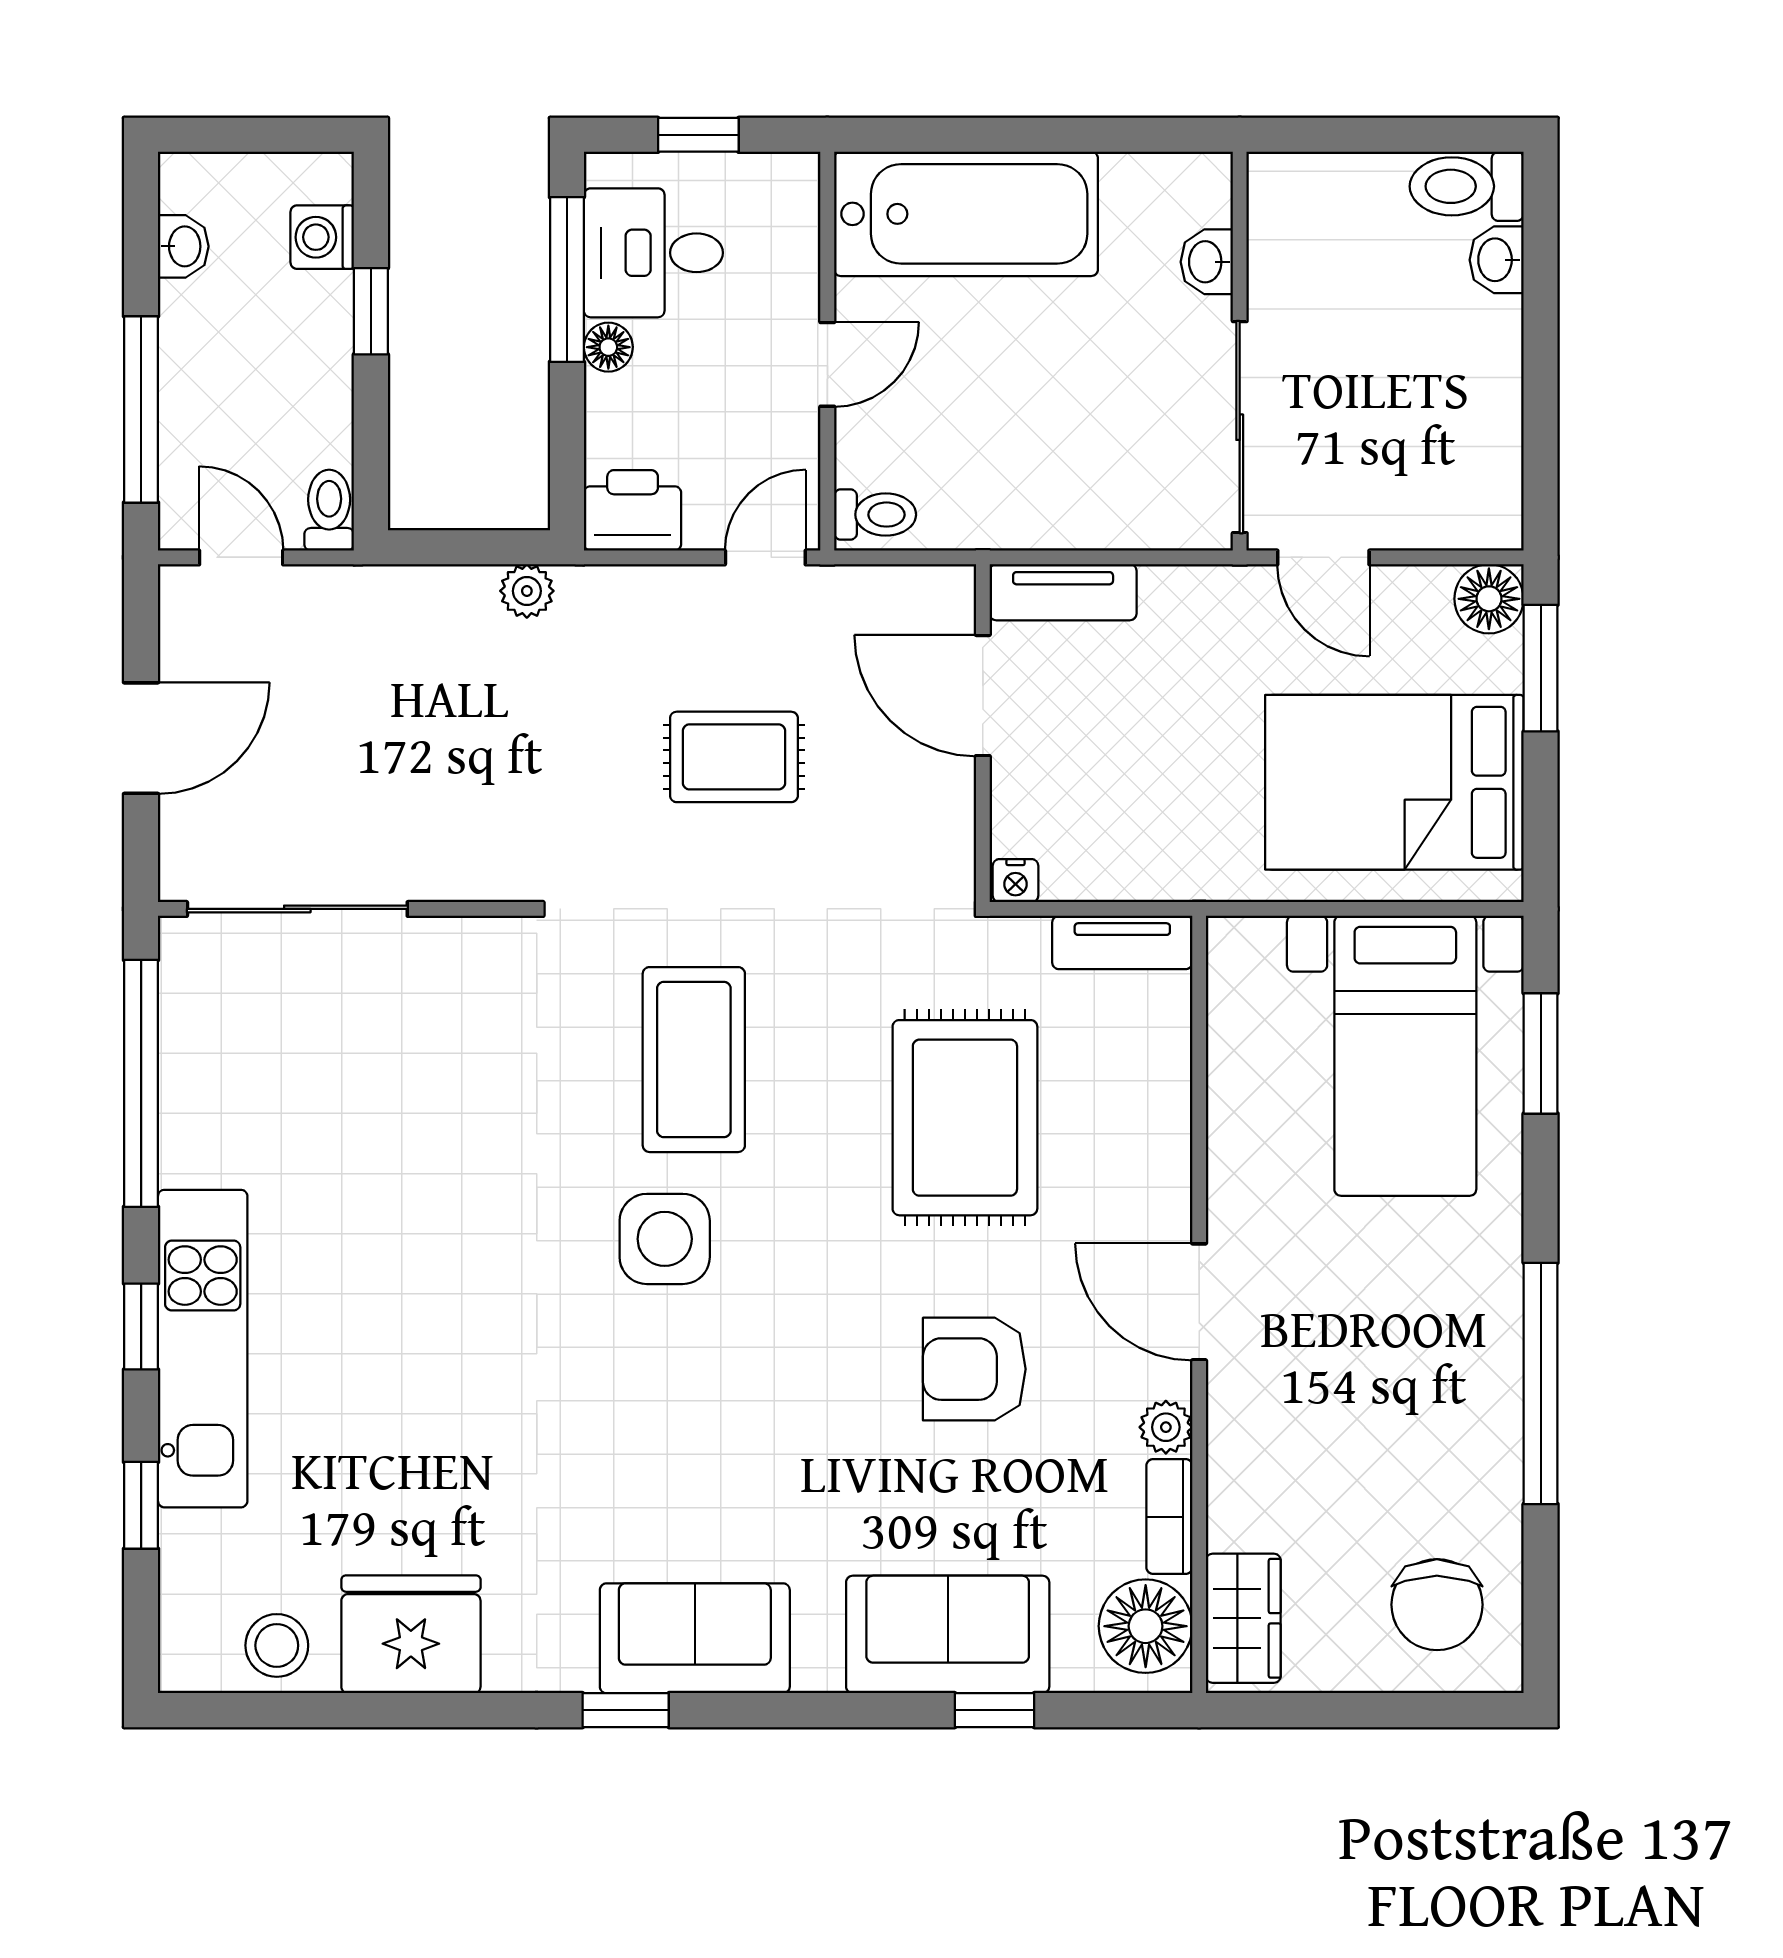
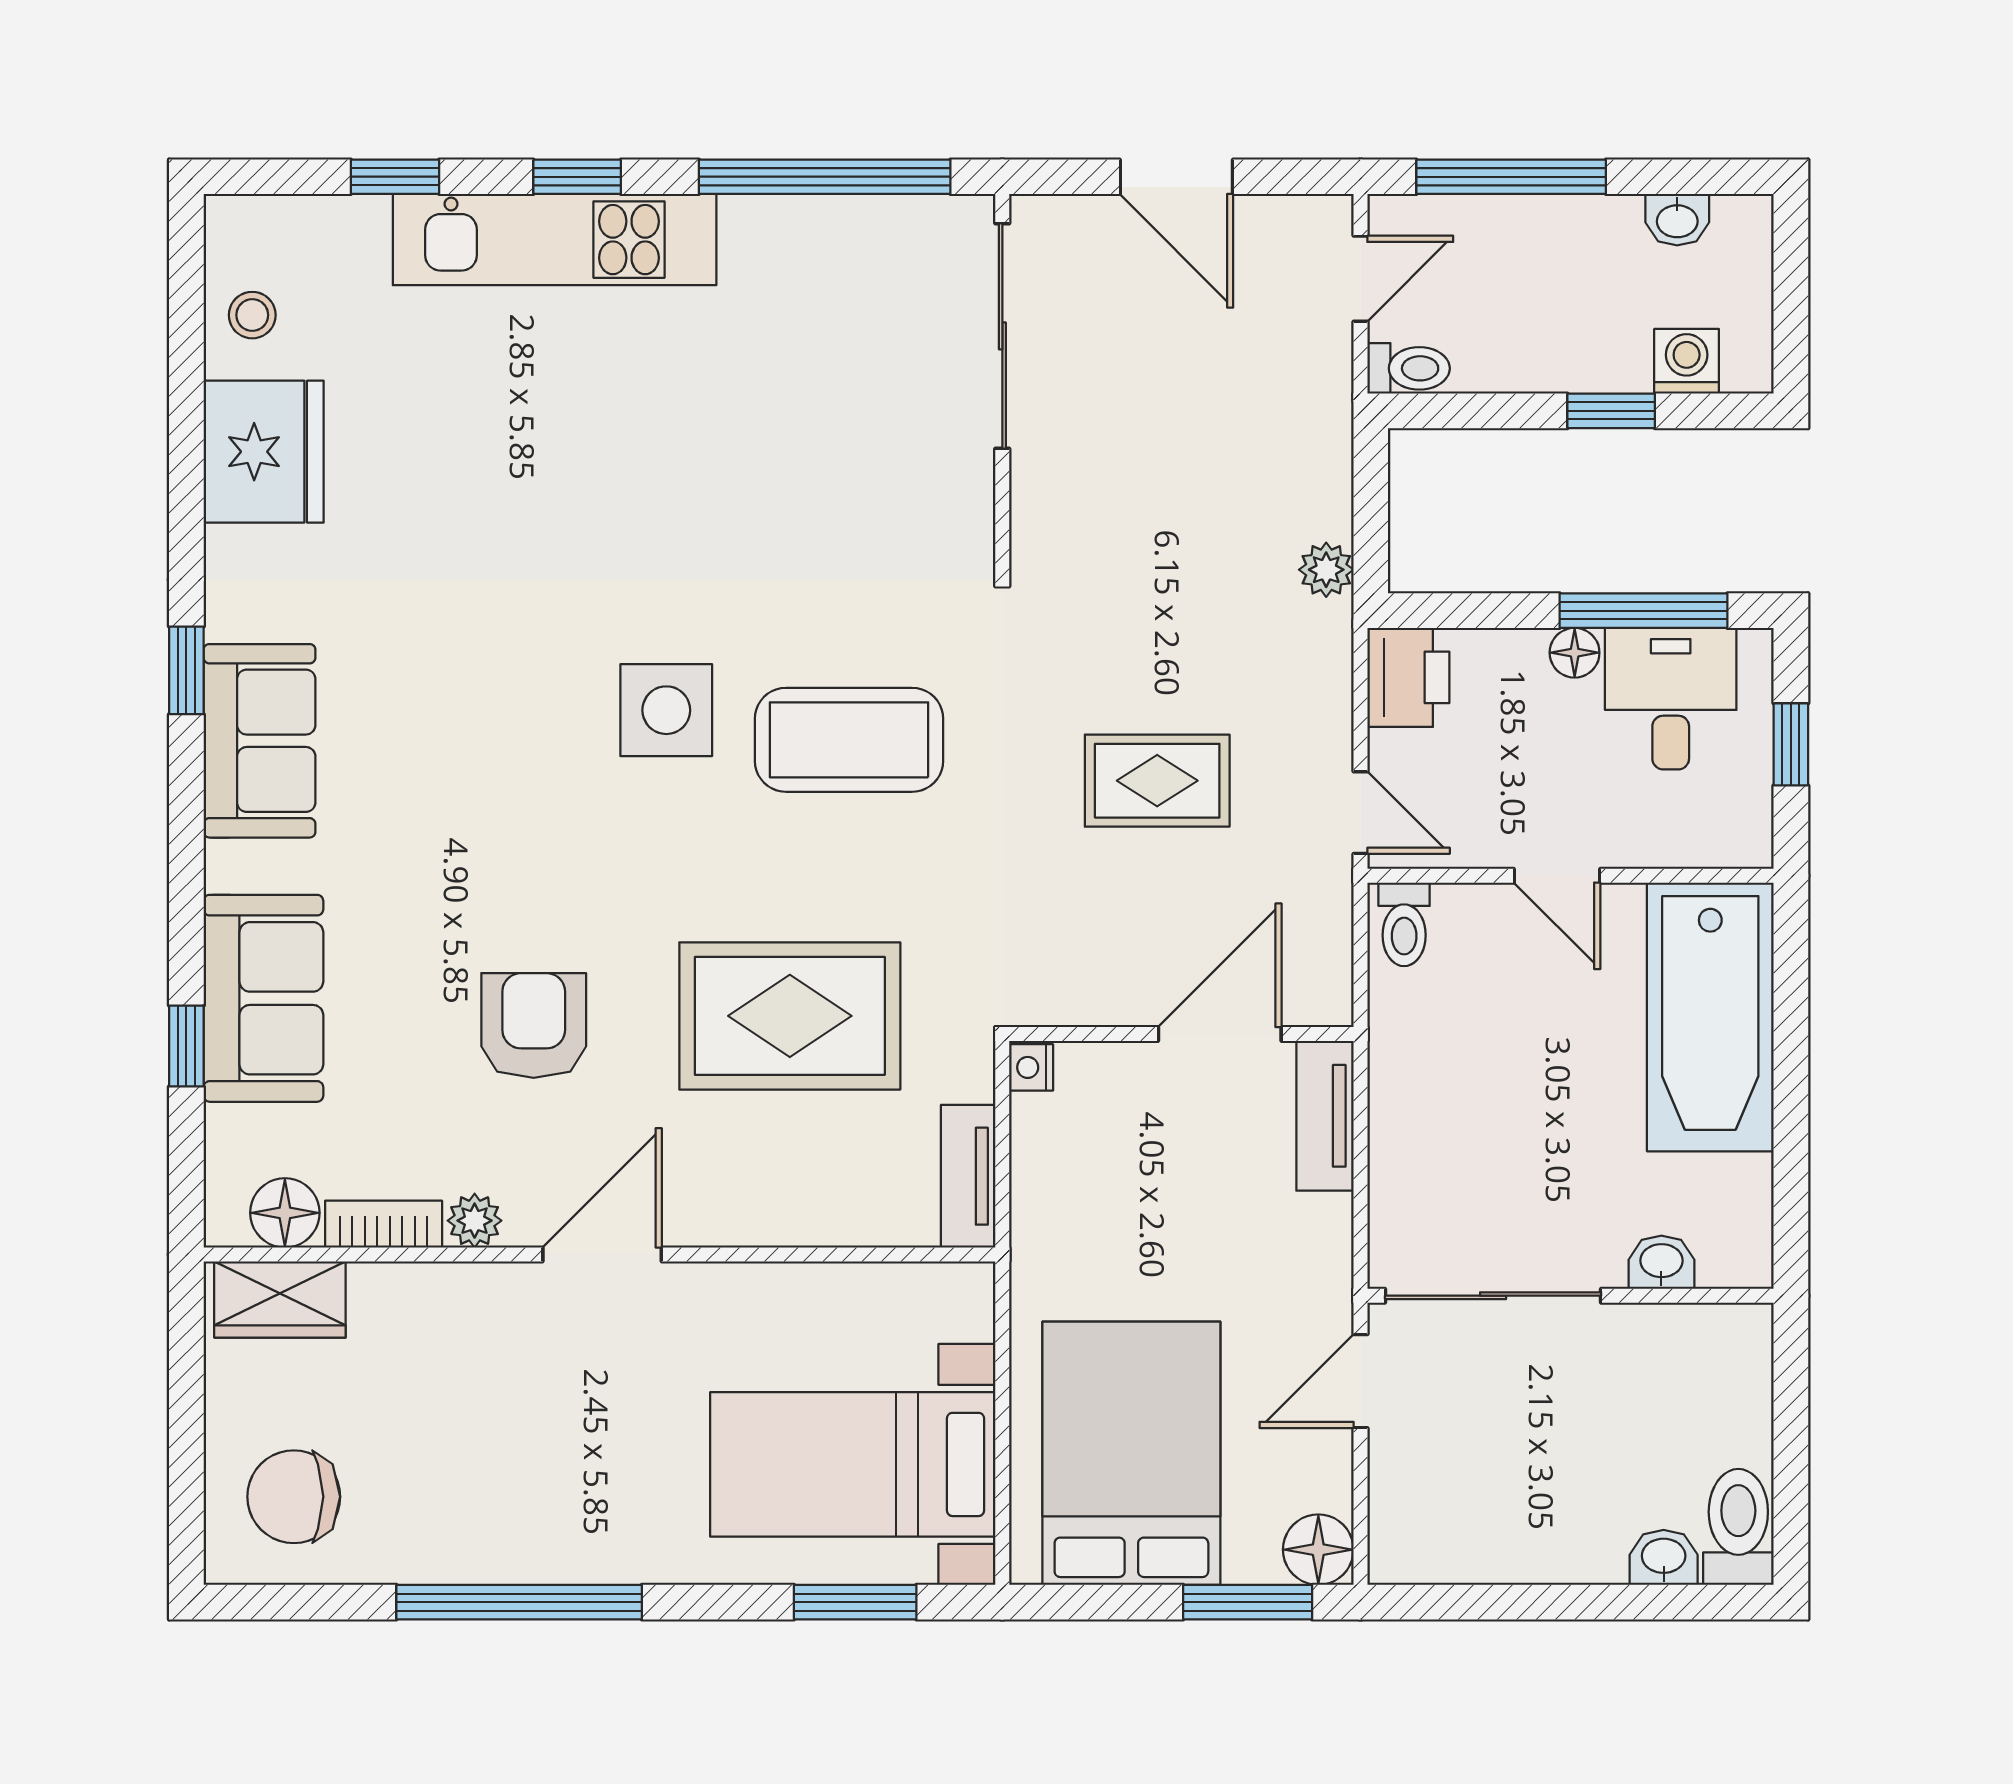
rug: (734, 757) -> (1157, 781), turned 90
floor lamp: (1146, 1626) -> (285, 1213), width x0.73, depth x0.73
stool: (277, 1645) -> (252, 315), width x0.73, depth x0.73

